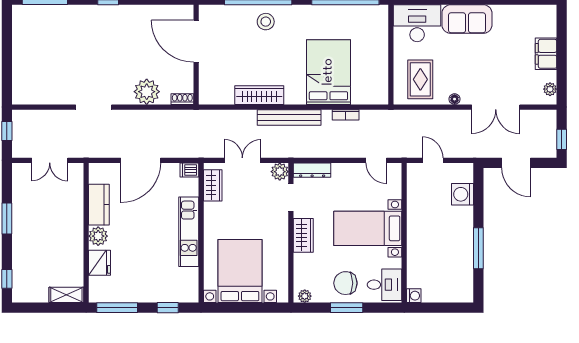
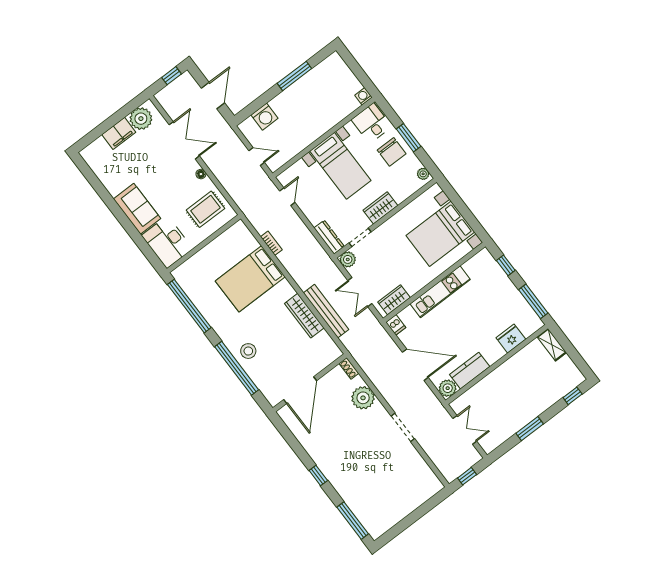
plant: (550, 89) -> (141, 119), width x1.87, depth x1.87
bench: (289, 117) -> (326, 311), moved
door: (433, 160) -> (257, 156), swing flipped
plant: (98, 236) -> (448, 388), moved

